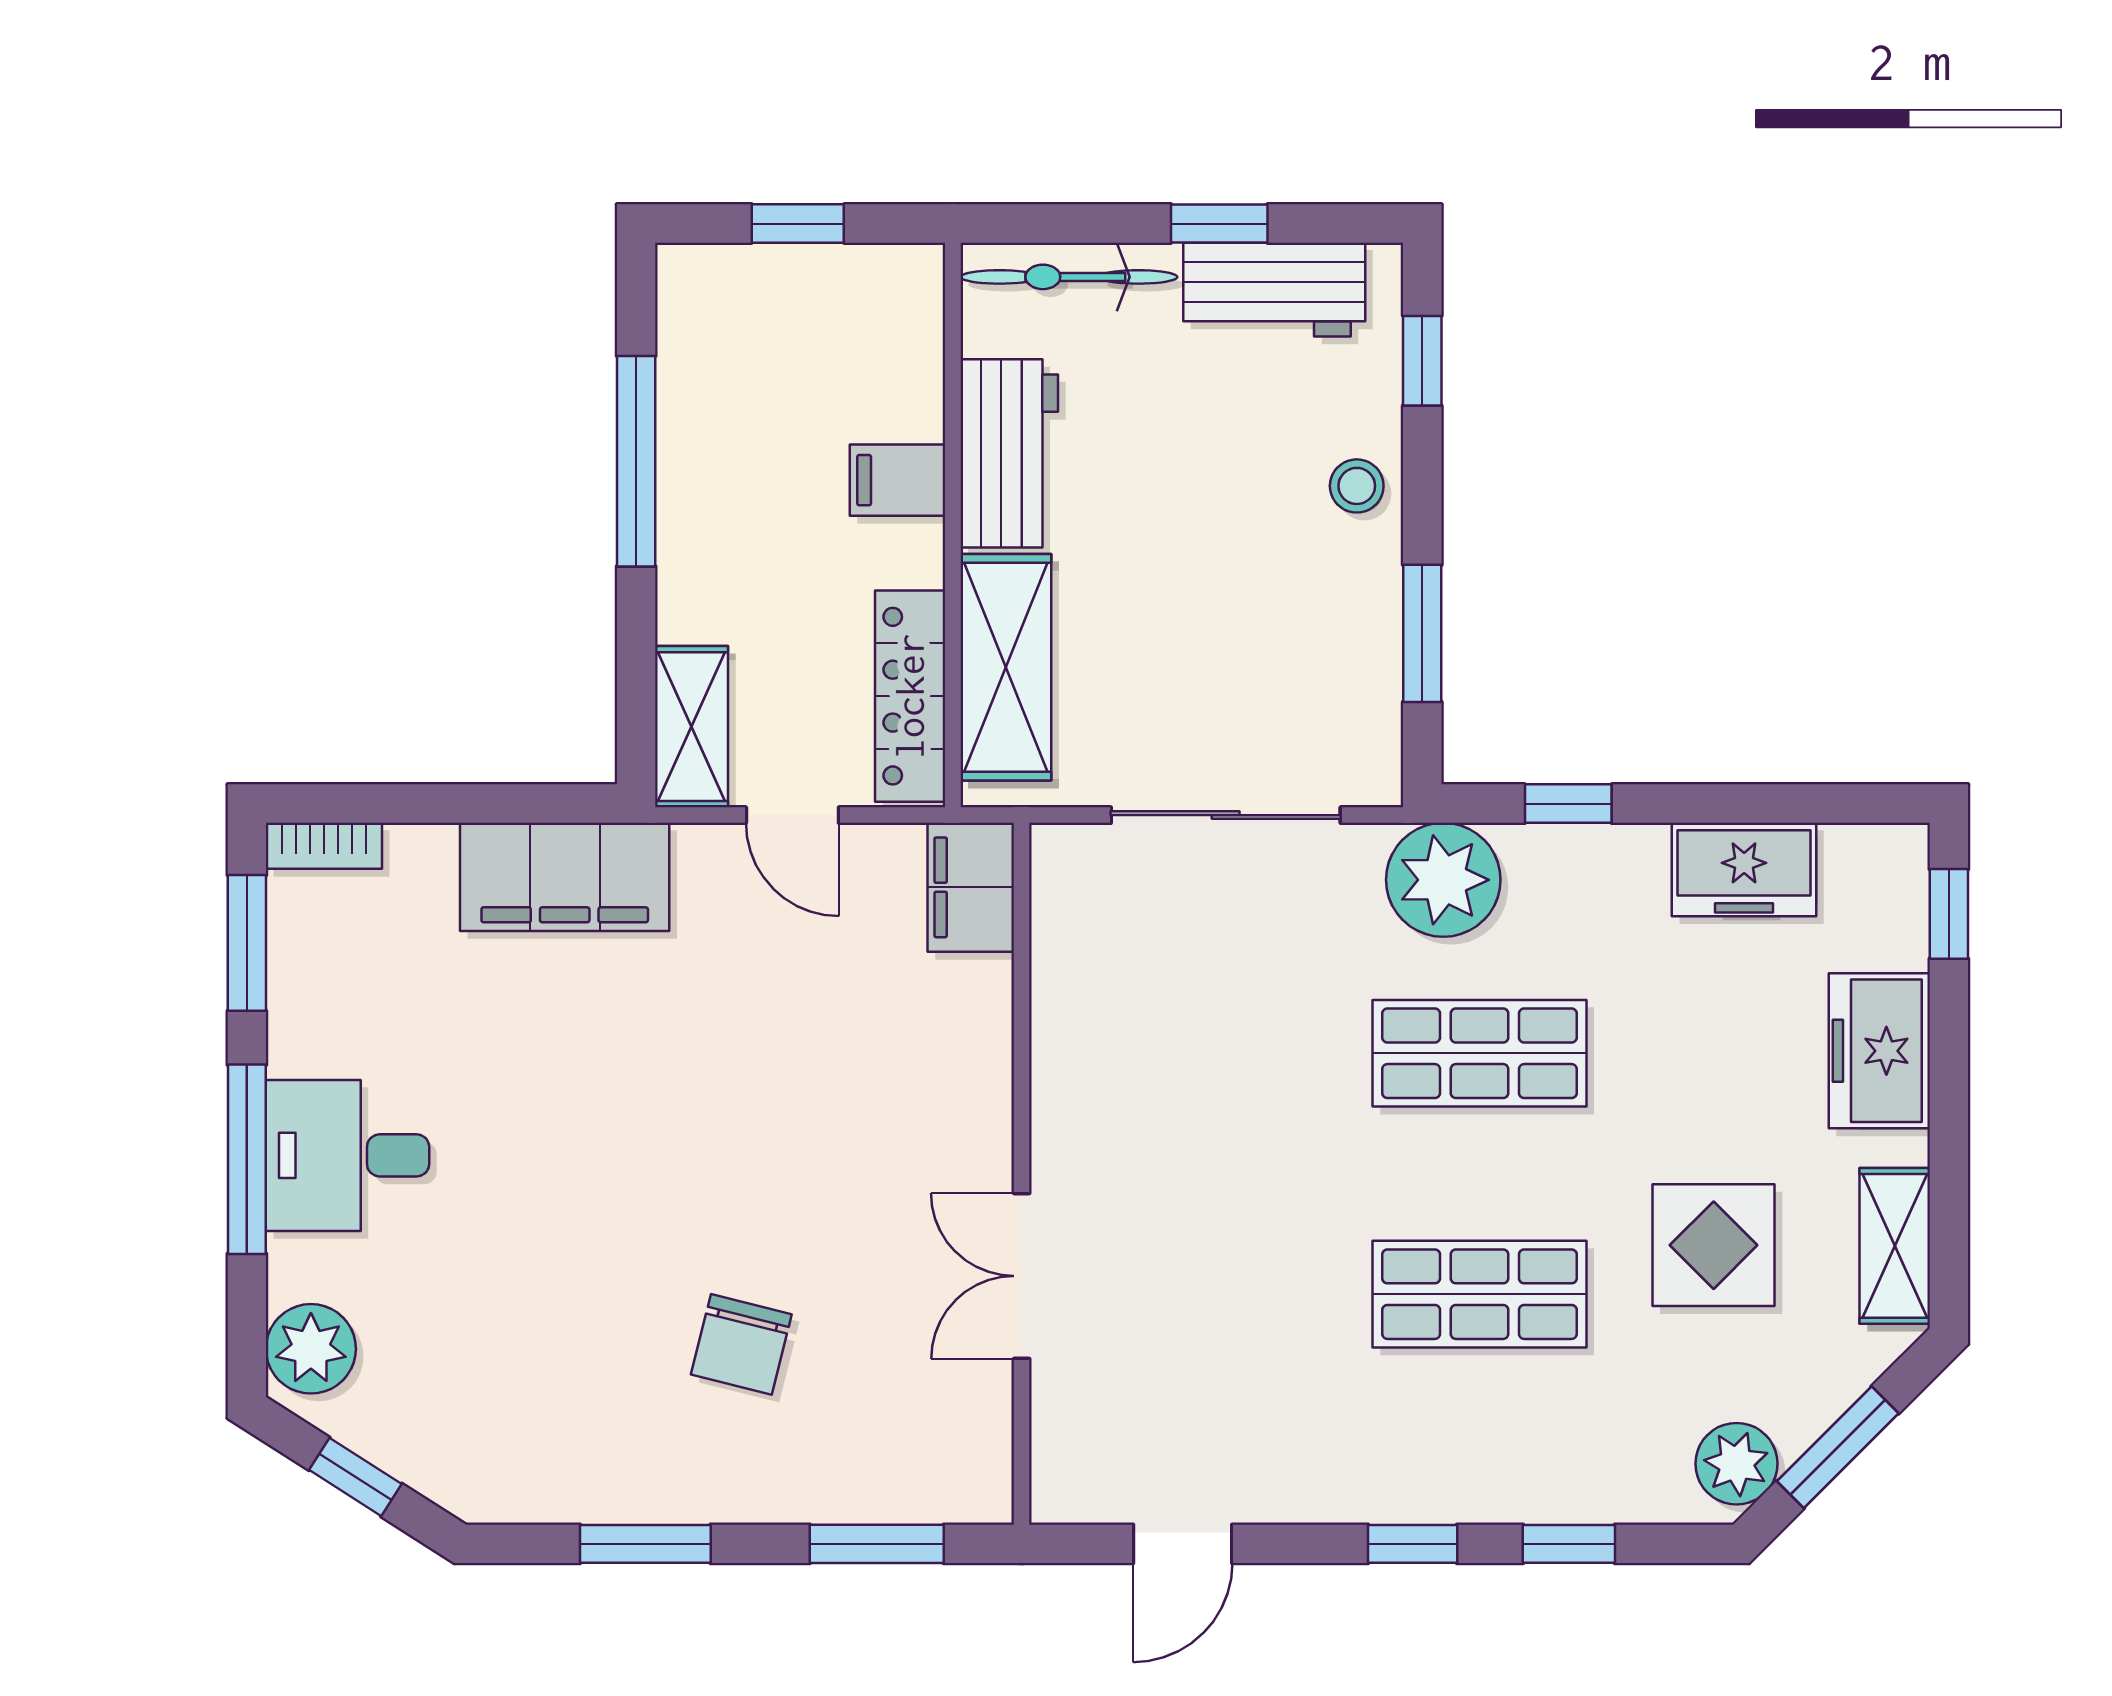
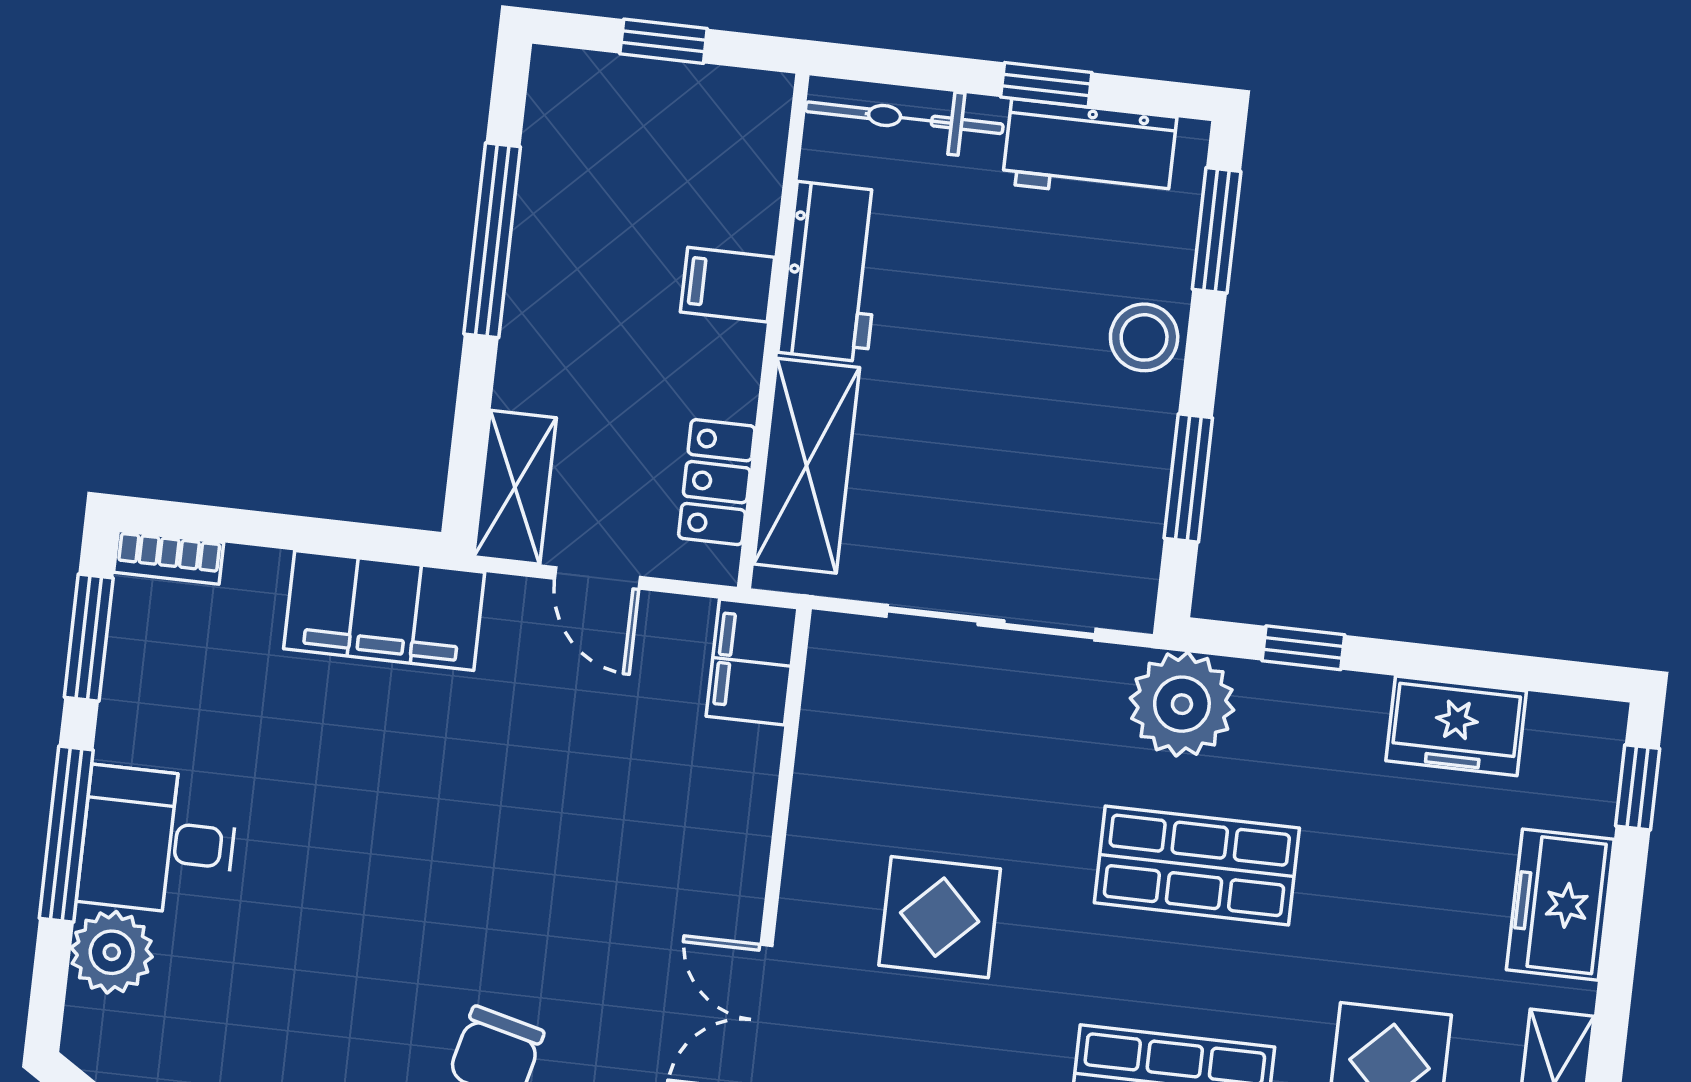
window: (1422, 361) -> (1217, 230), width x1.50
stool: (1357, 486) -> (1144, 337), width x1.37, depth x1.37
locker: (910, 696) -> (717, 482), width x0.66
display table: (1206, 1141) -> (940, 917), added
plant: (311, 1349) -> (112, 952), moved

